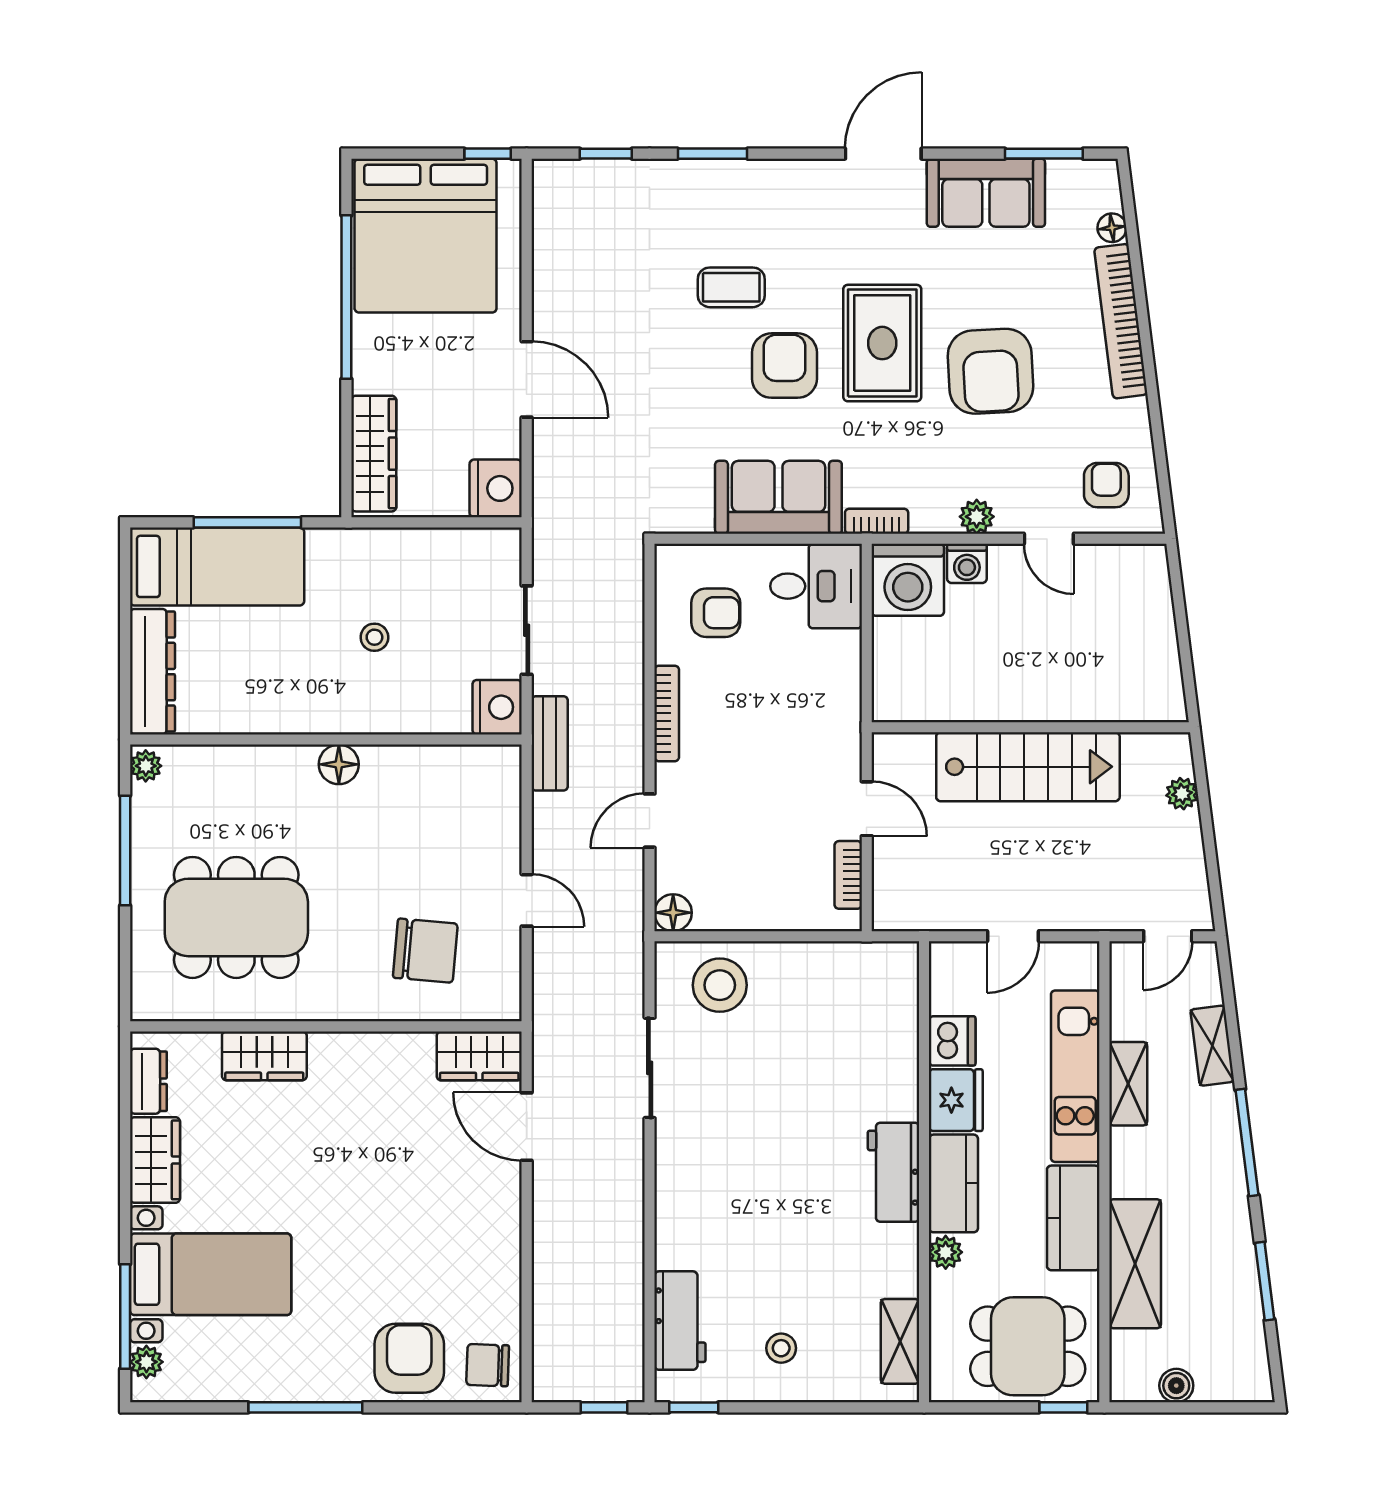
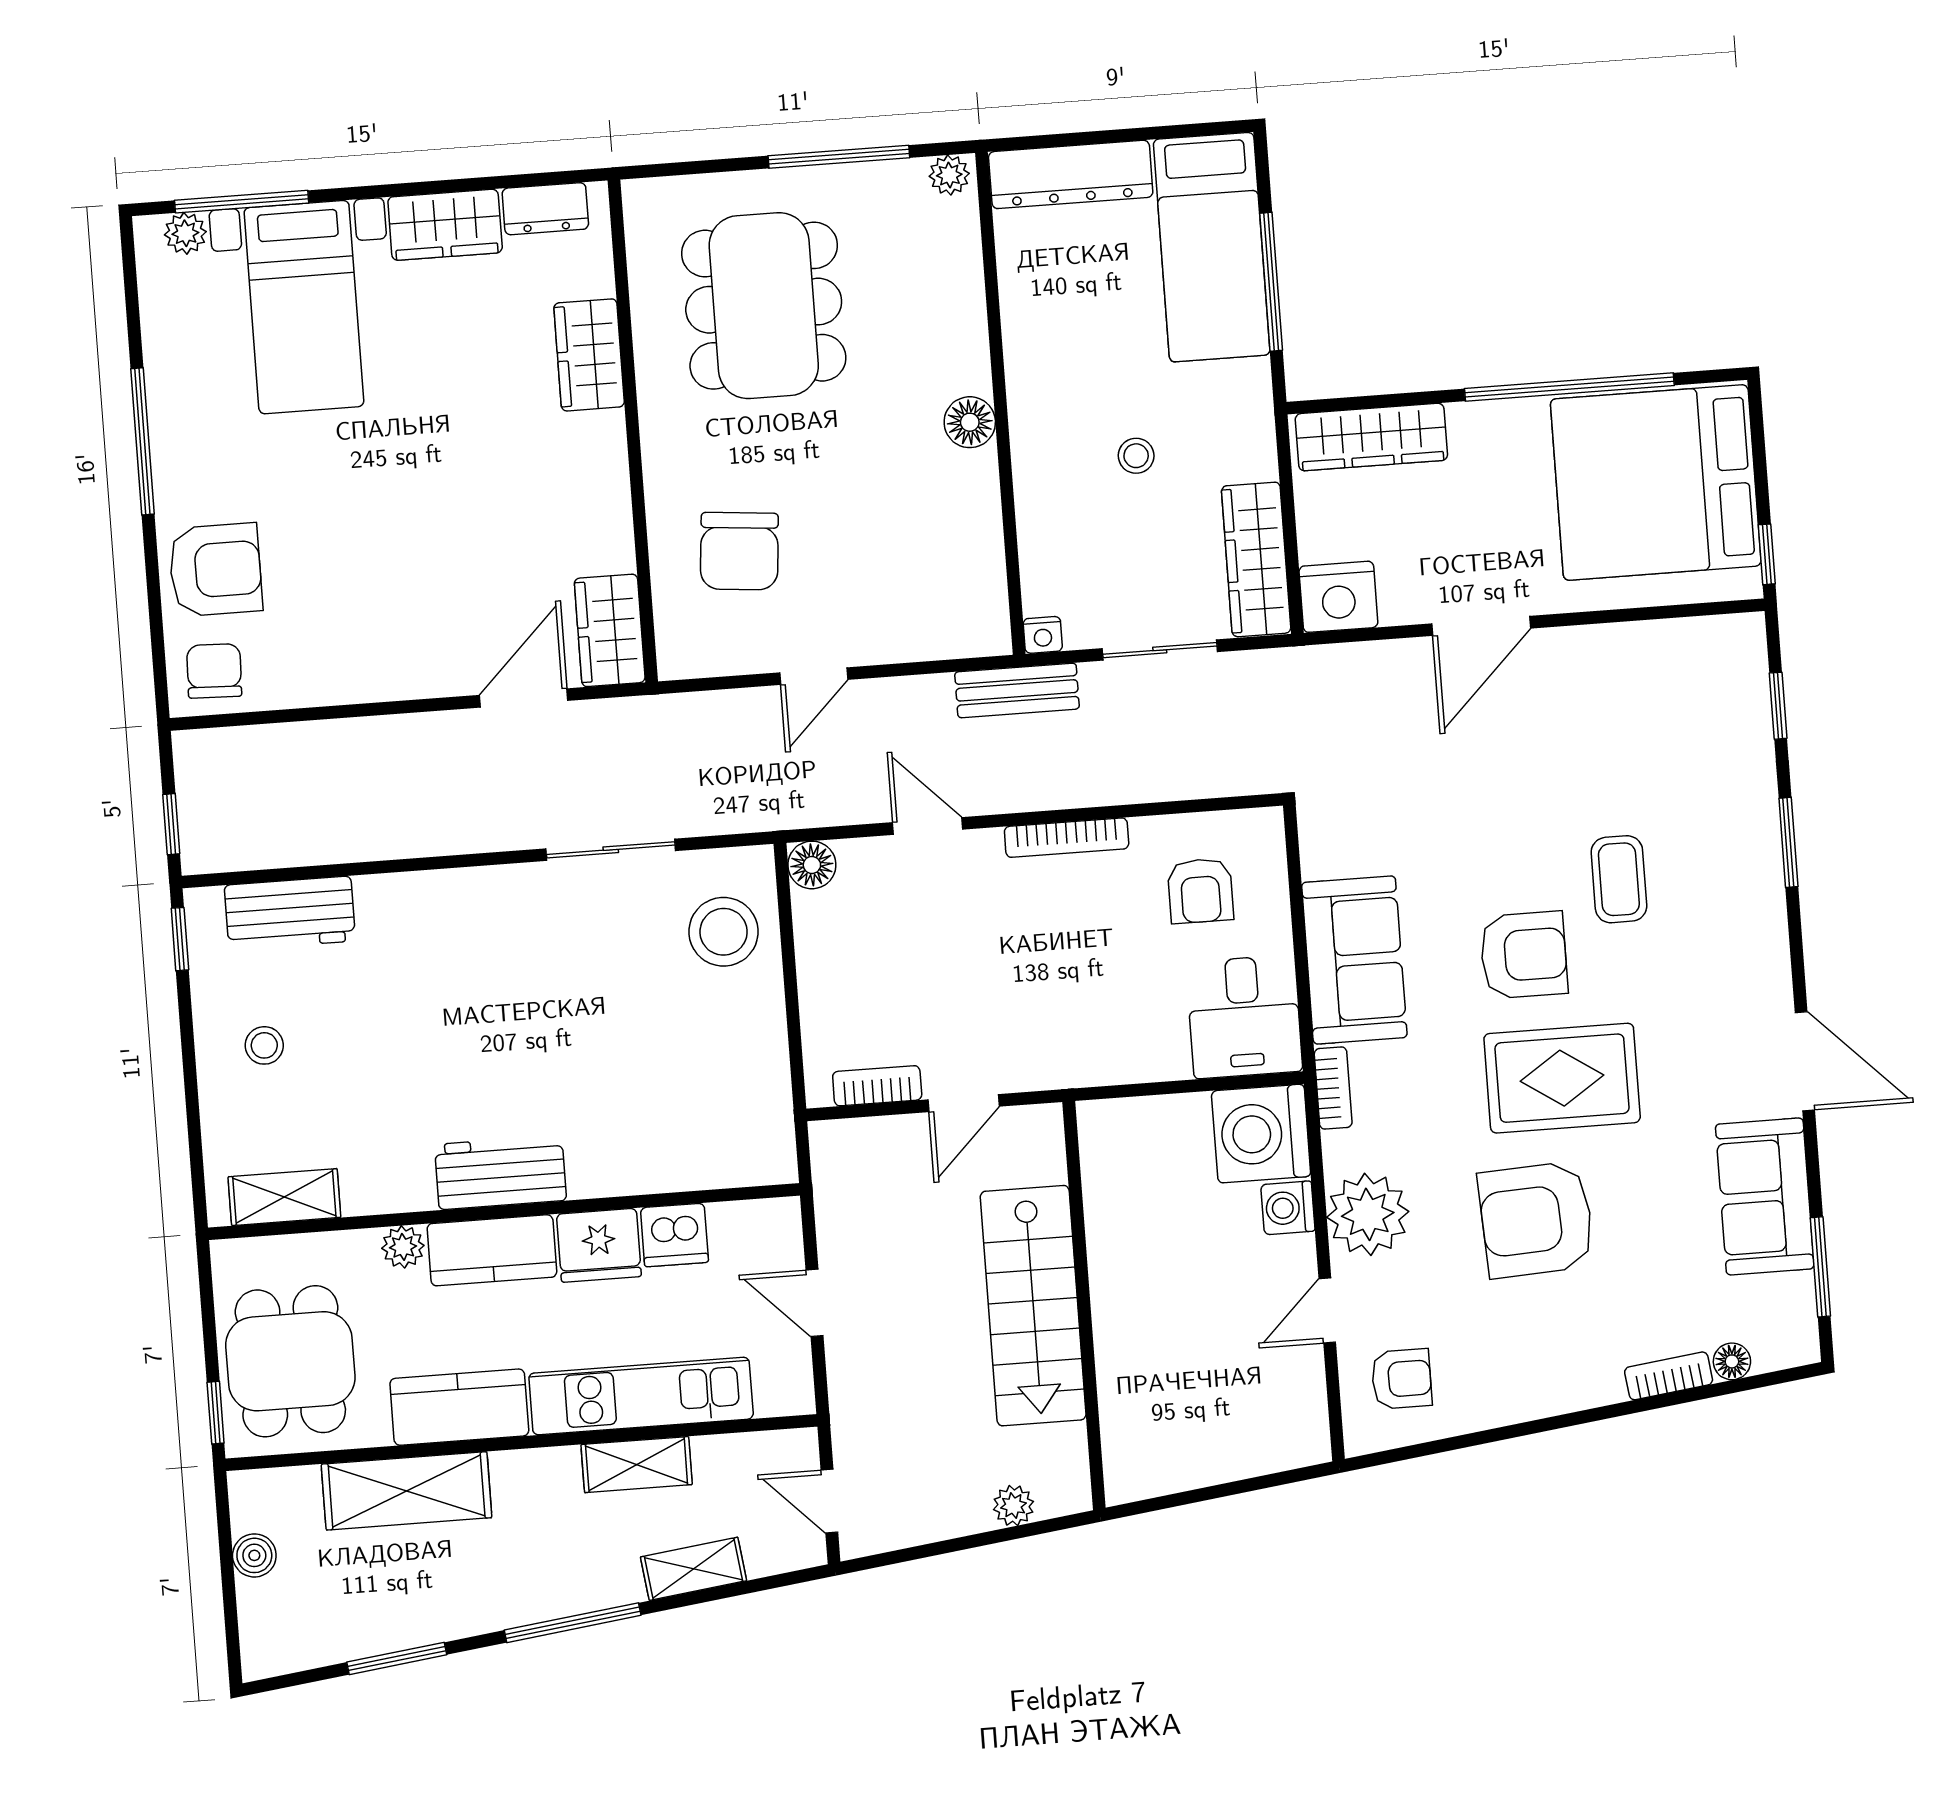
bookcase: (1121, 321) -> (1669, 1376), width x0.43, depth x0.76
plant: (977, 517) -> (1368, 1214), width x1.88, depth x1.88
wardrobe: (462, 550) -> (1256, 559), added
nightstand: (497, 707) -> (1043, 635), width x0.53, depth x0.56

